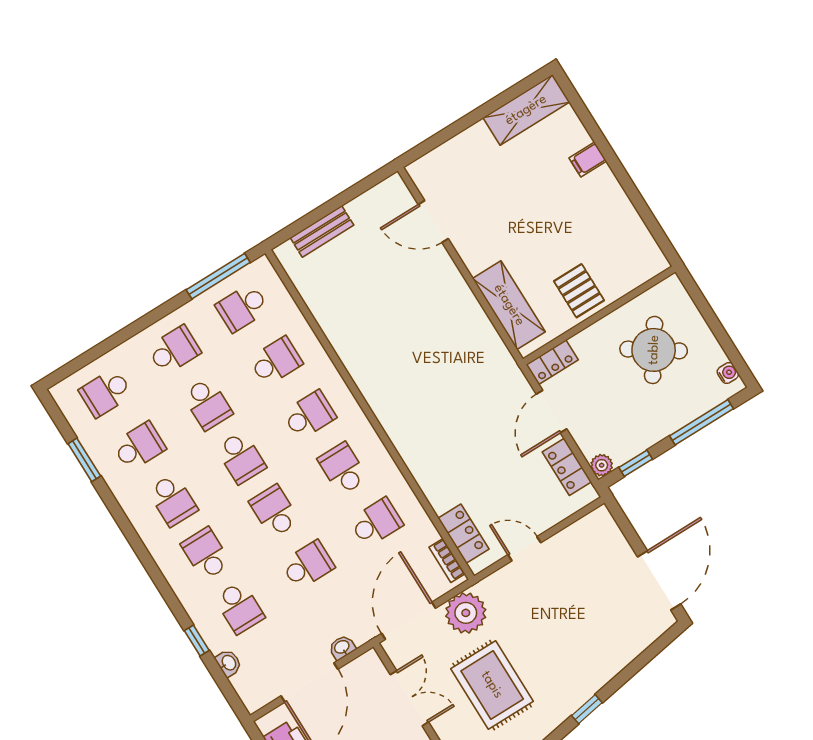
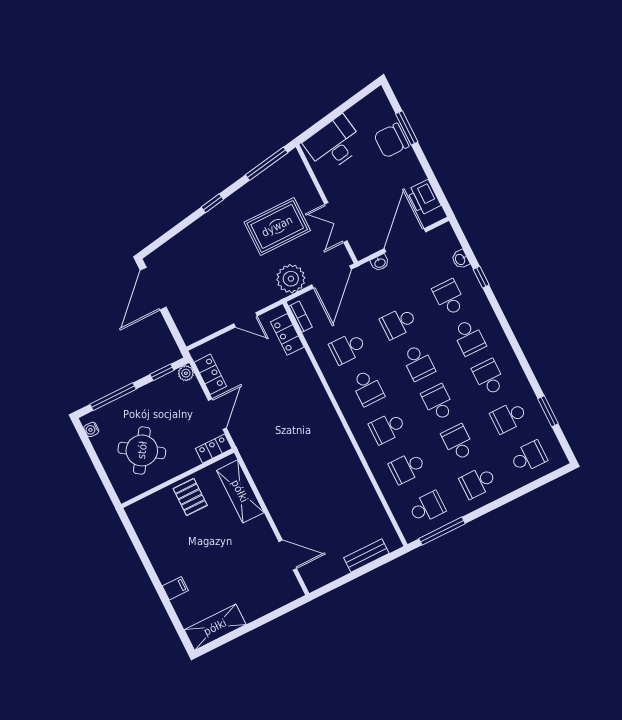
rug: (492, 685) -> (277, 226), turned 90

